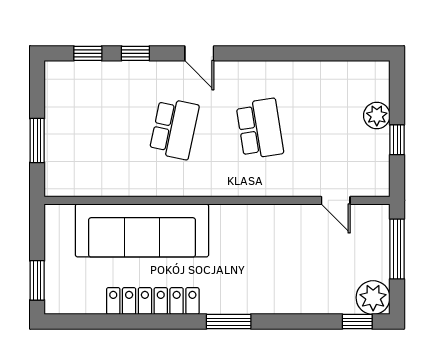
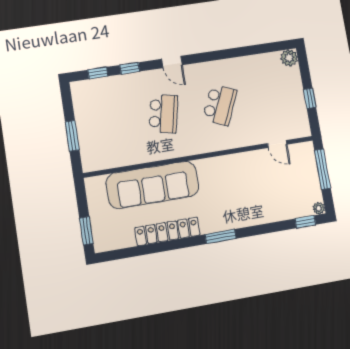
plant: (377, 116) -> (289, 58), moved
school desk: (260, 129) -> (220, 105), turned 33
plant: (373, 298) -> (319, 208), width x0.53, depth x0.53

